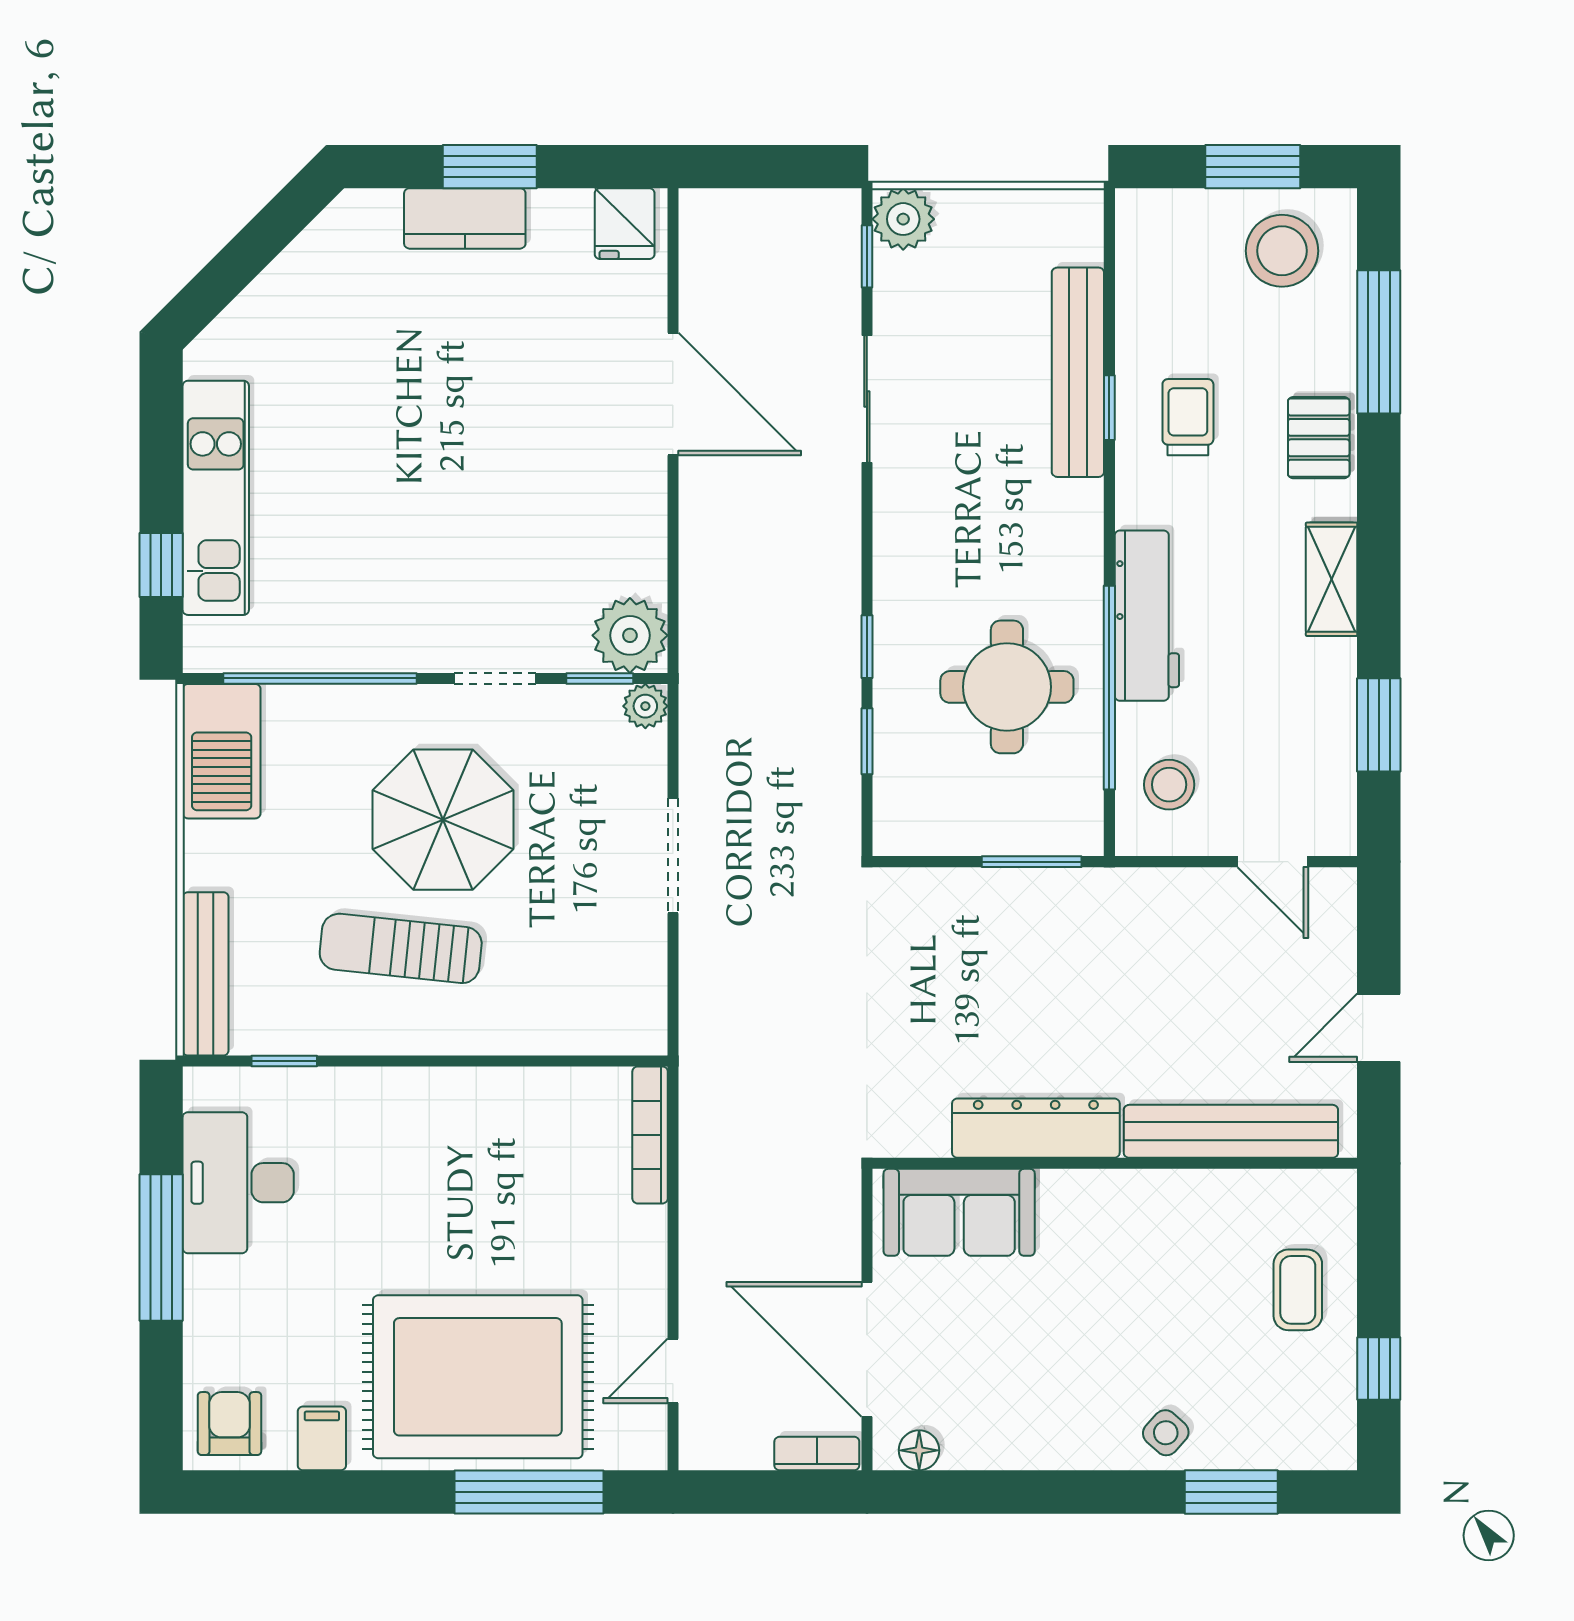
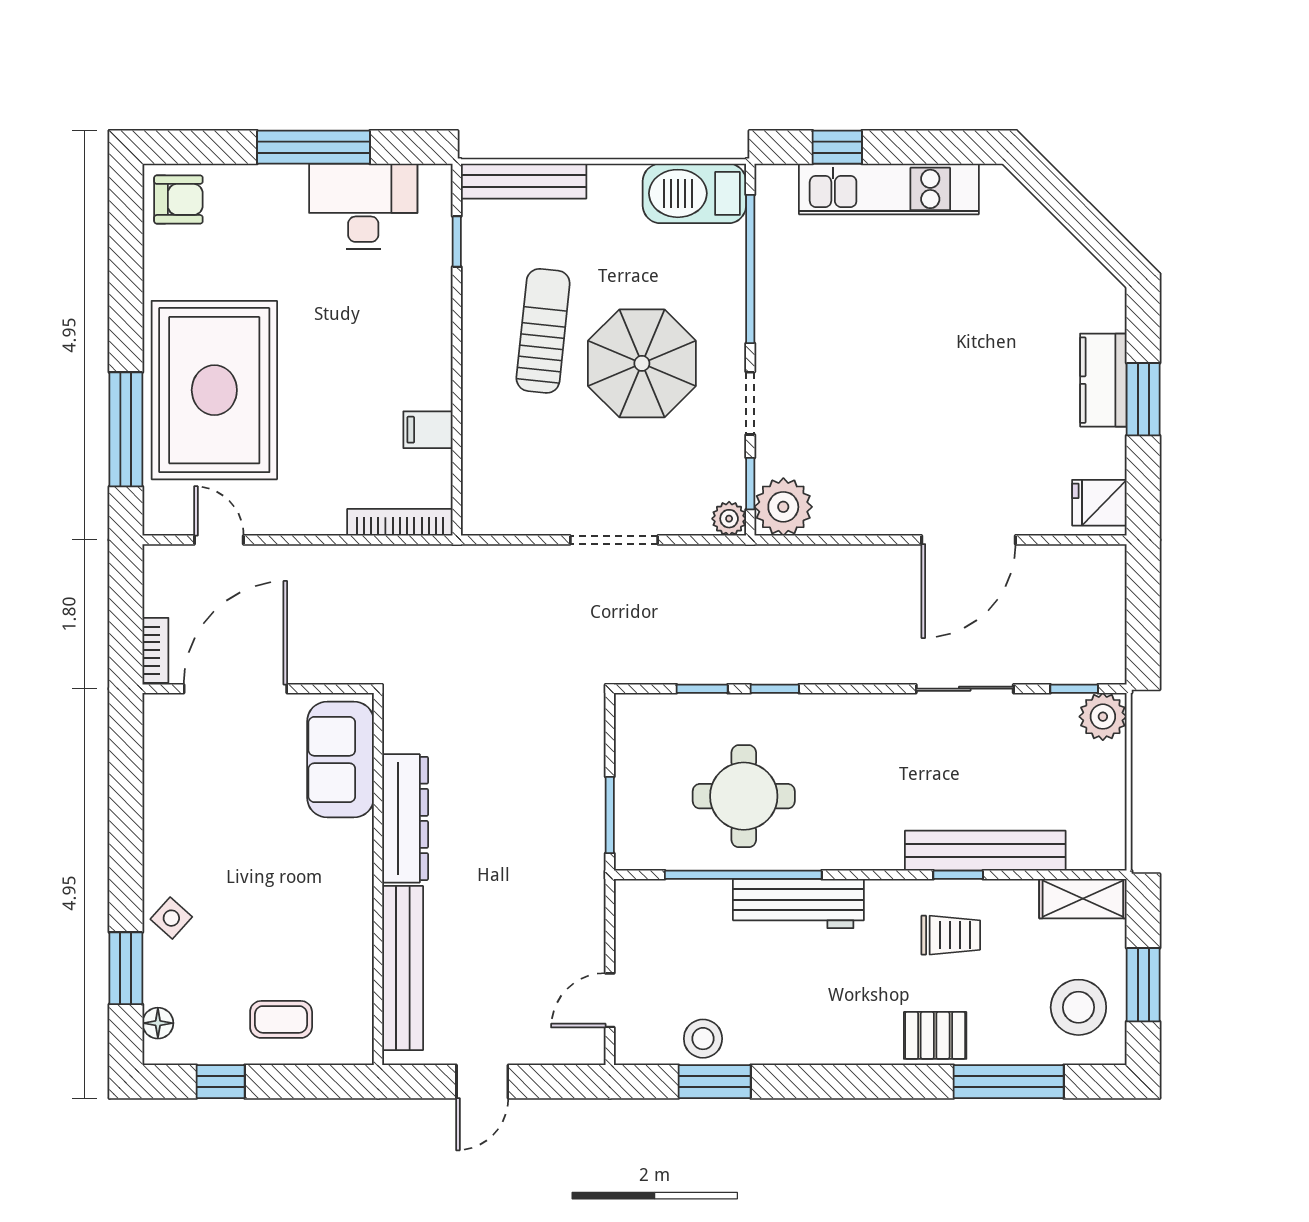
shelving: (1332, 579) -> (1083, 899), moved
stool: (1169, 785) -> (703, 1039), moved
door: (1379, 1028) -> (482, 1082), swing flipped
filing cabinet: (322, 1438) -> (428, 430), moved, turned 180
floor lamp: (919, 1450) -> (158, 1023), moved

